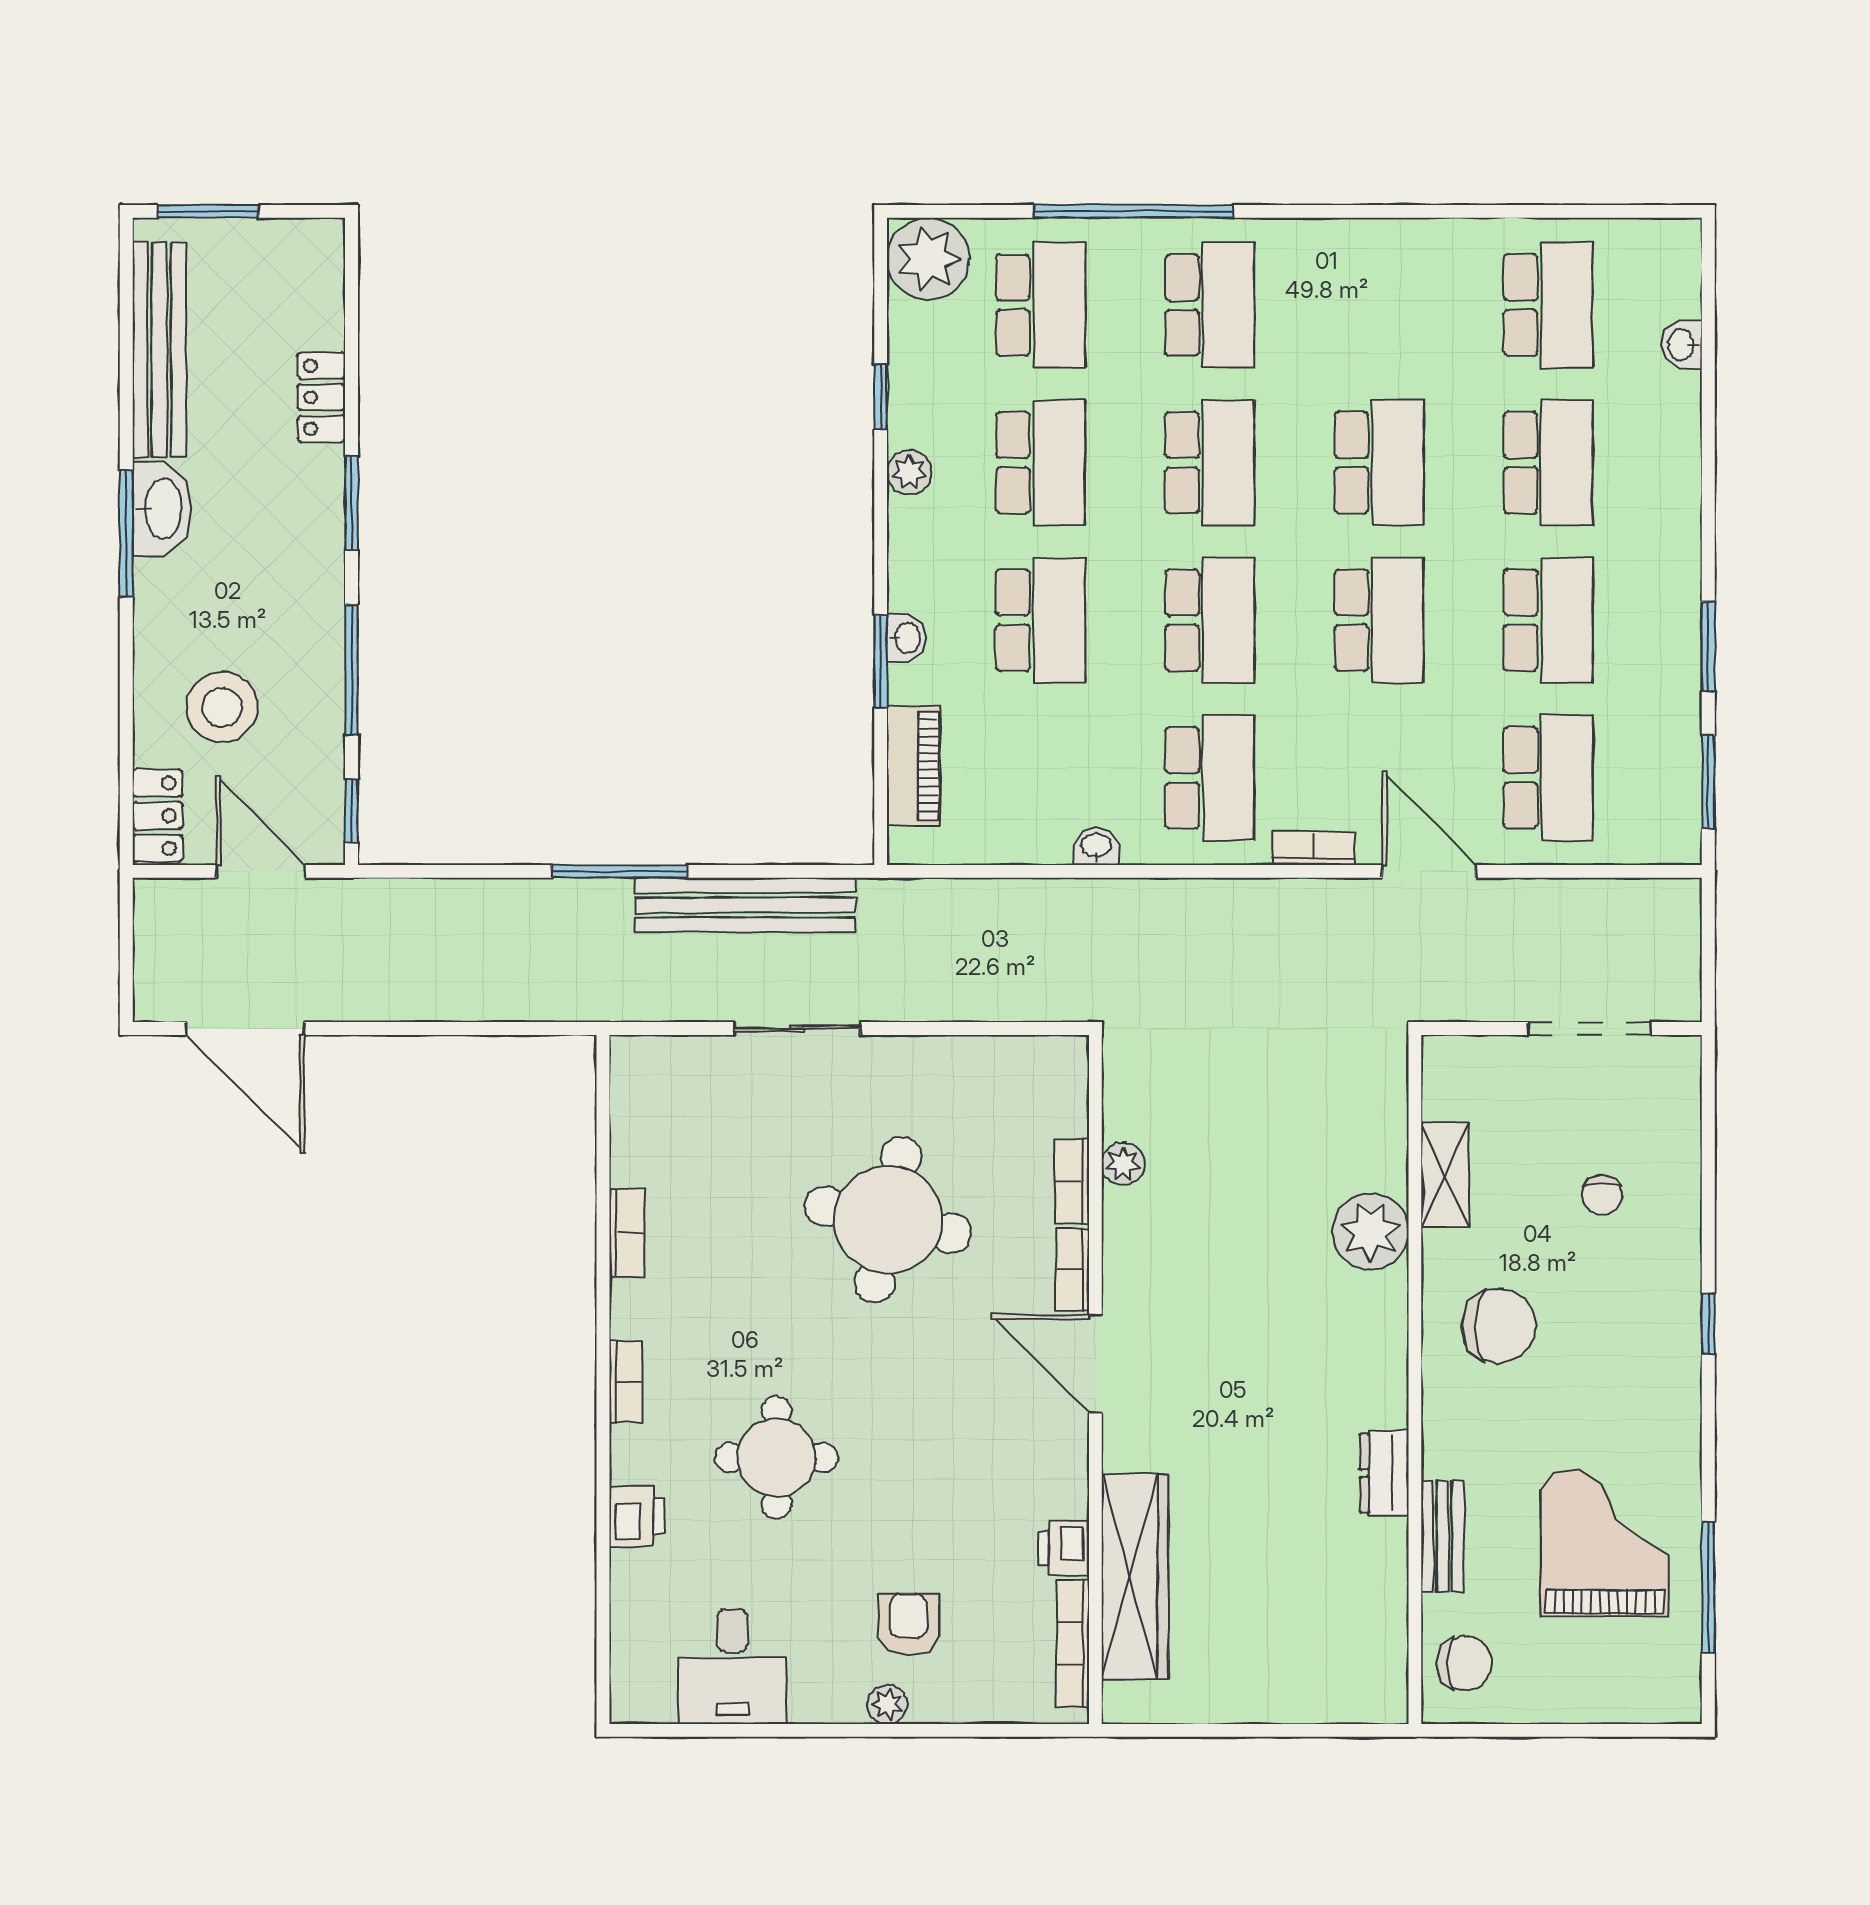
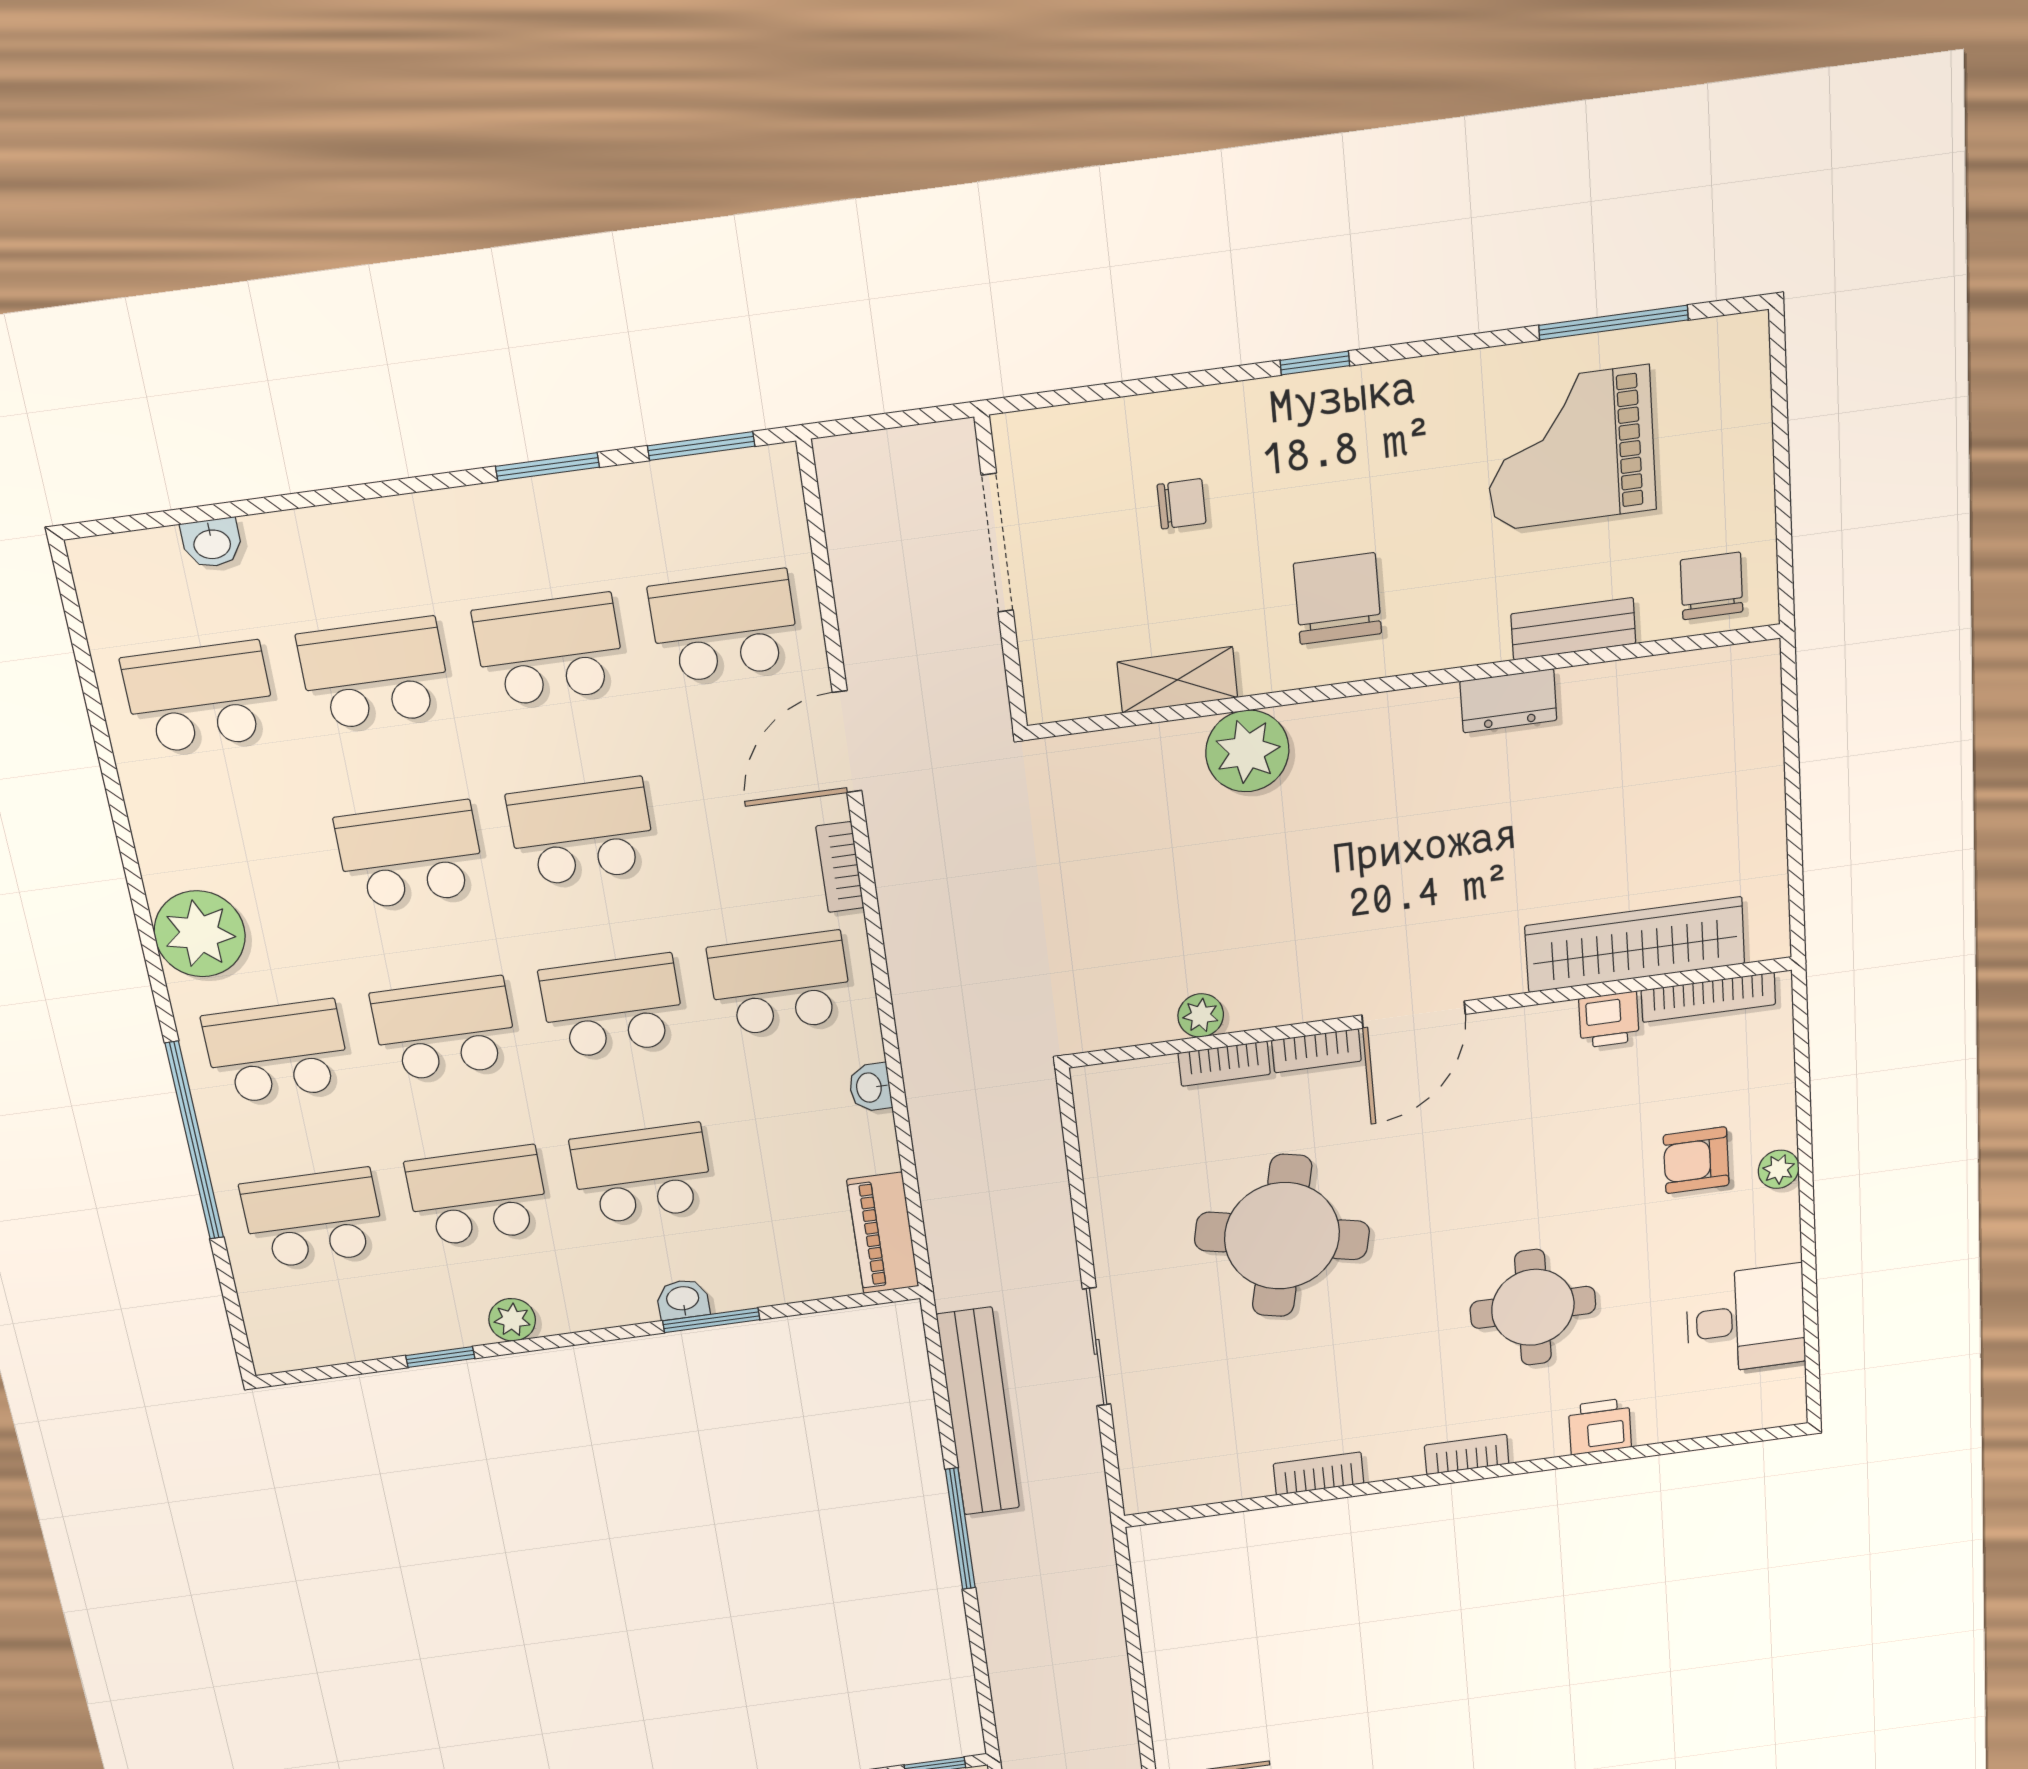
plant: (928, 259) -> (200, 934), moved
piano: (914, 766) -> (883, 1233), moved, turned -90

